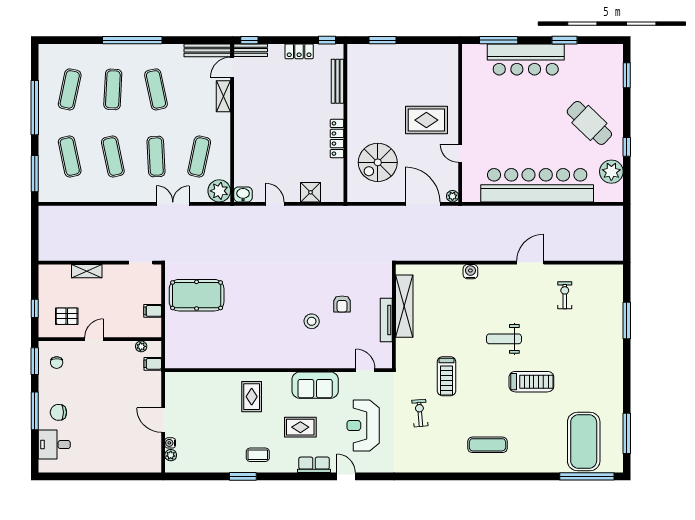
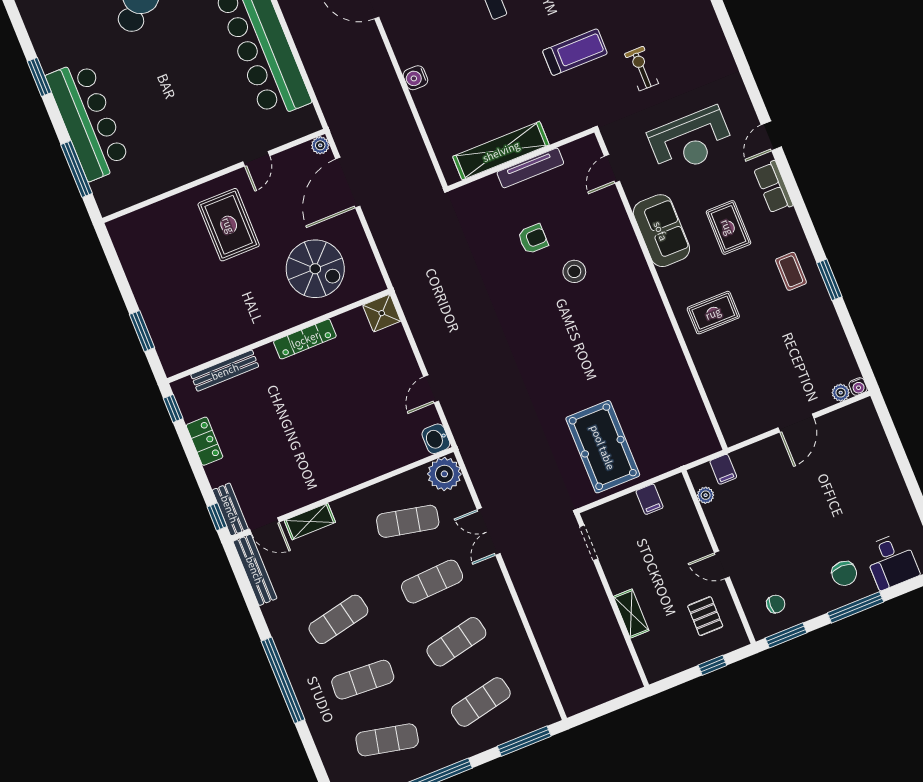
shower: (310, 192) -> (382, 313), moved
exercise bike: (420, 413) -> (641, 69), turned 95
water cooler: (170, 443) -> (858, 387), moved

